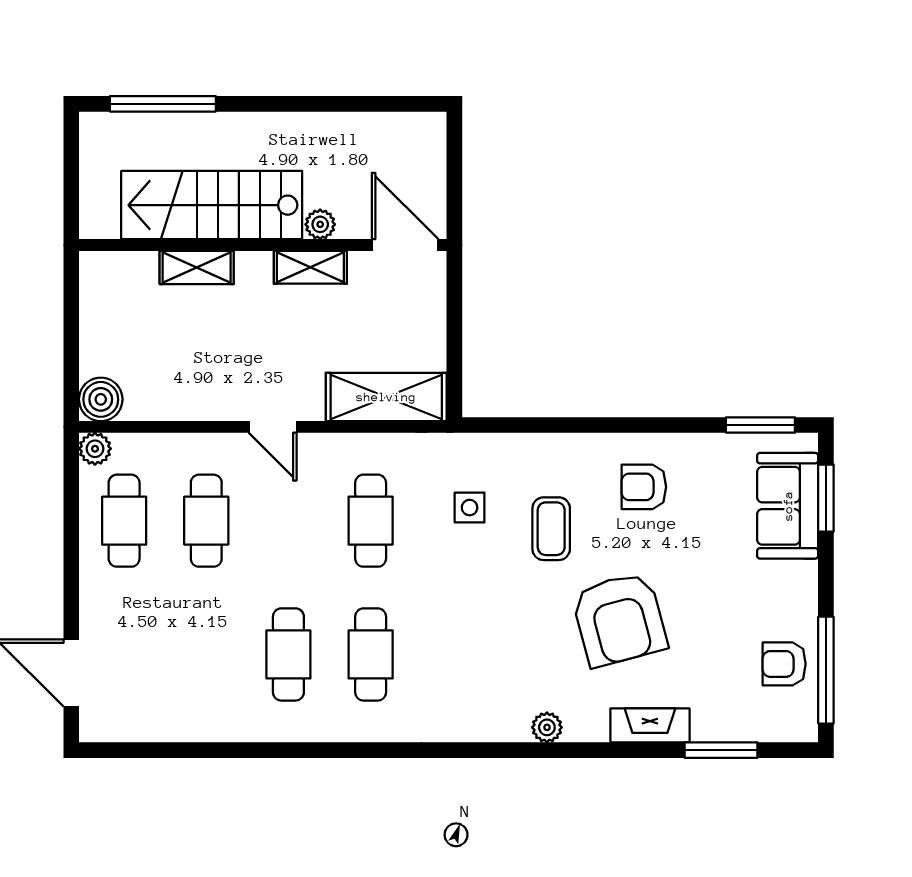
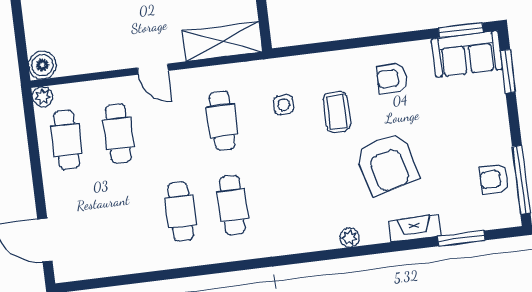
sofa: (788, 506) -> (467, 54), moved, turned -90

